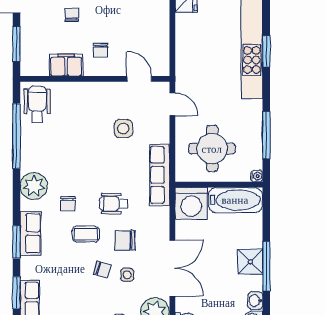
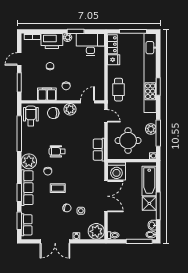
cafe table: (195, 57) -> (118, 90), added
door: (139, 79) -> (88, 102), hinge flipped
plant: (108, 92) -> (70, 109), added
side table: (123, 128) -> (79, 129), removed
plant: (253, 128) -> (151, 129), added
row of seats: (160, 175) -> (99, 150), width x0.68
bathtub: (235, 200) -> (149, 181), moved, turned 90
wheelchair: (114, 204) -> (57, 151), moved
row of seats: (31, 233) -> (27, 188), width x1.48
chair: (125, 240) -> (53, 113), moved
double door: (172, 268) -> (106, 196), moved

